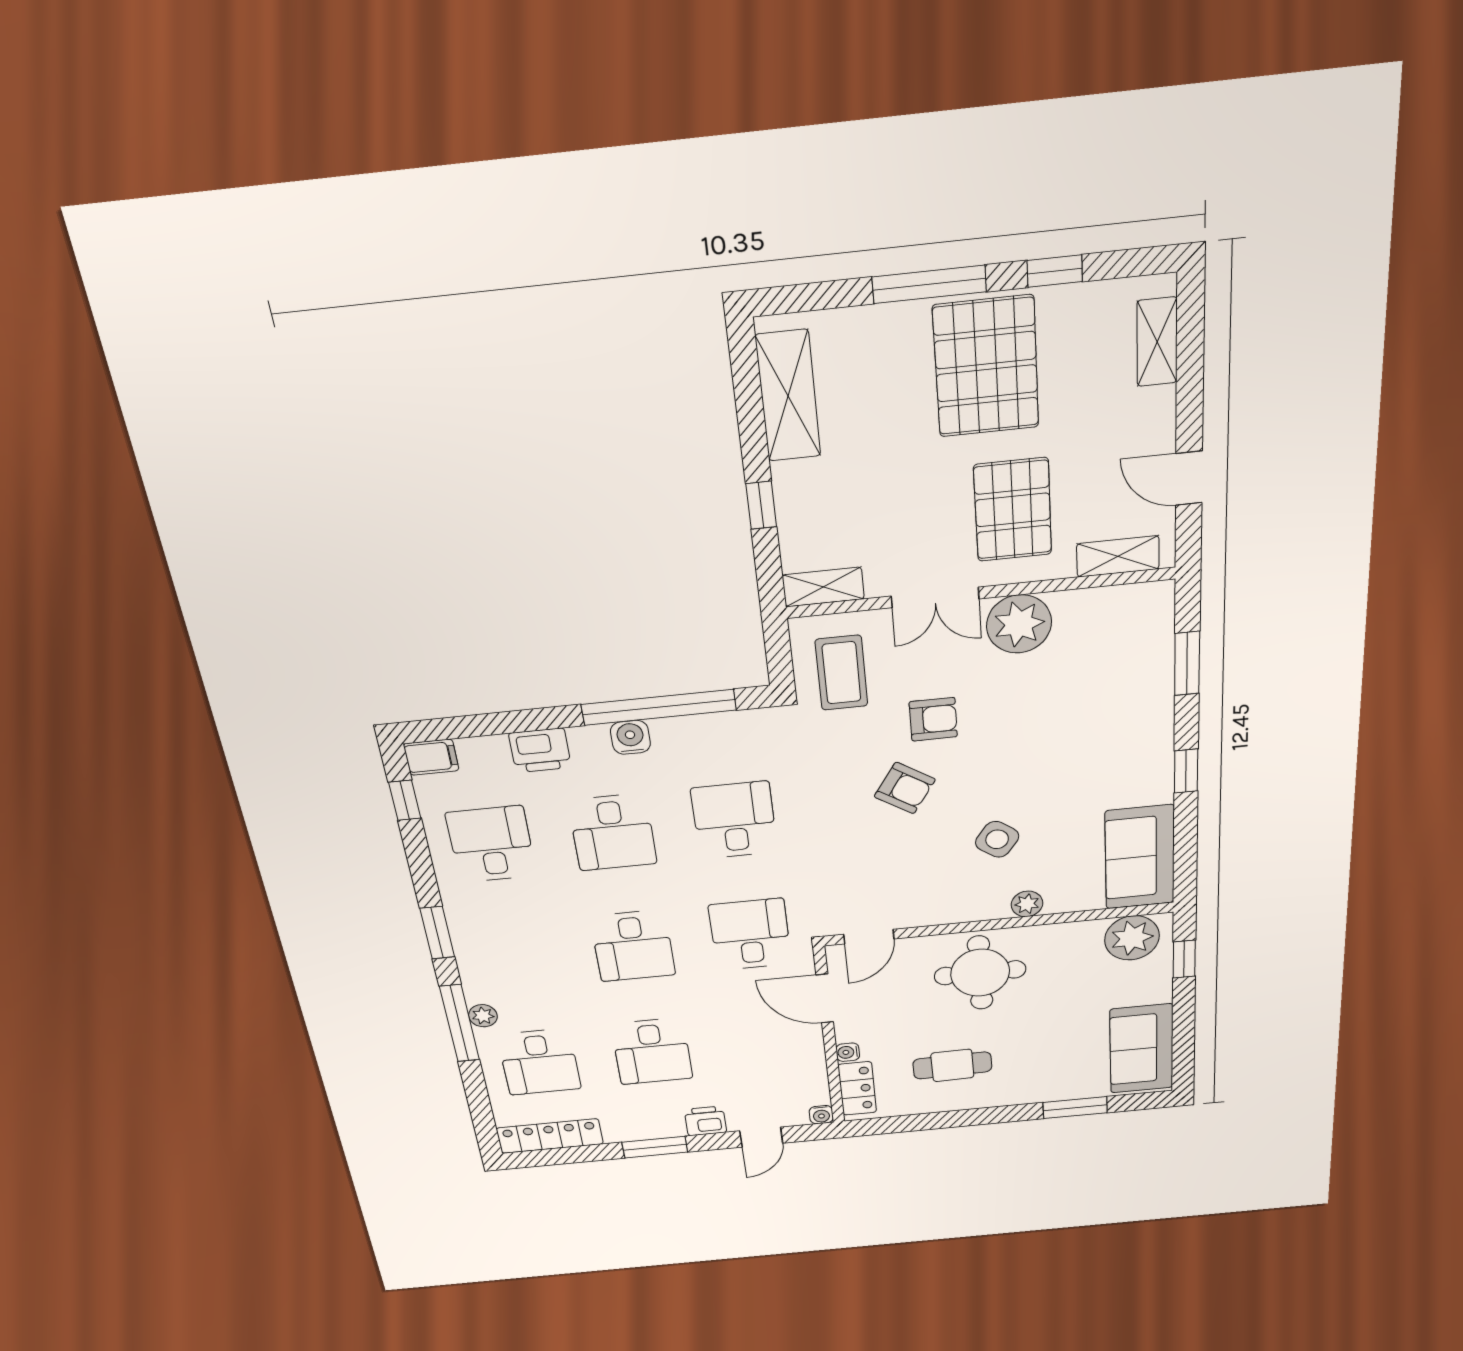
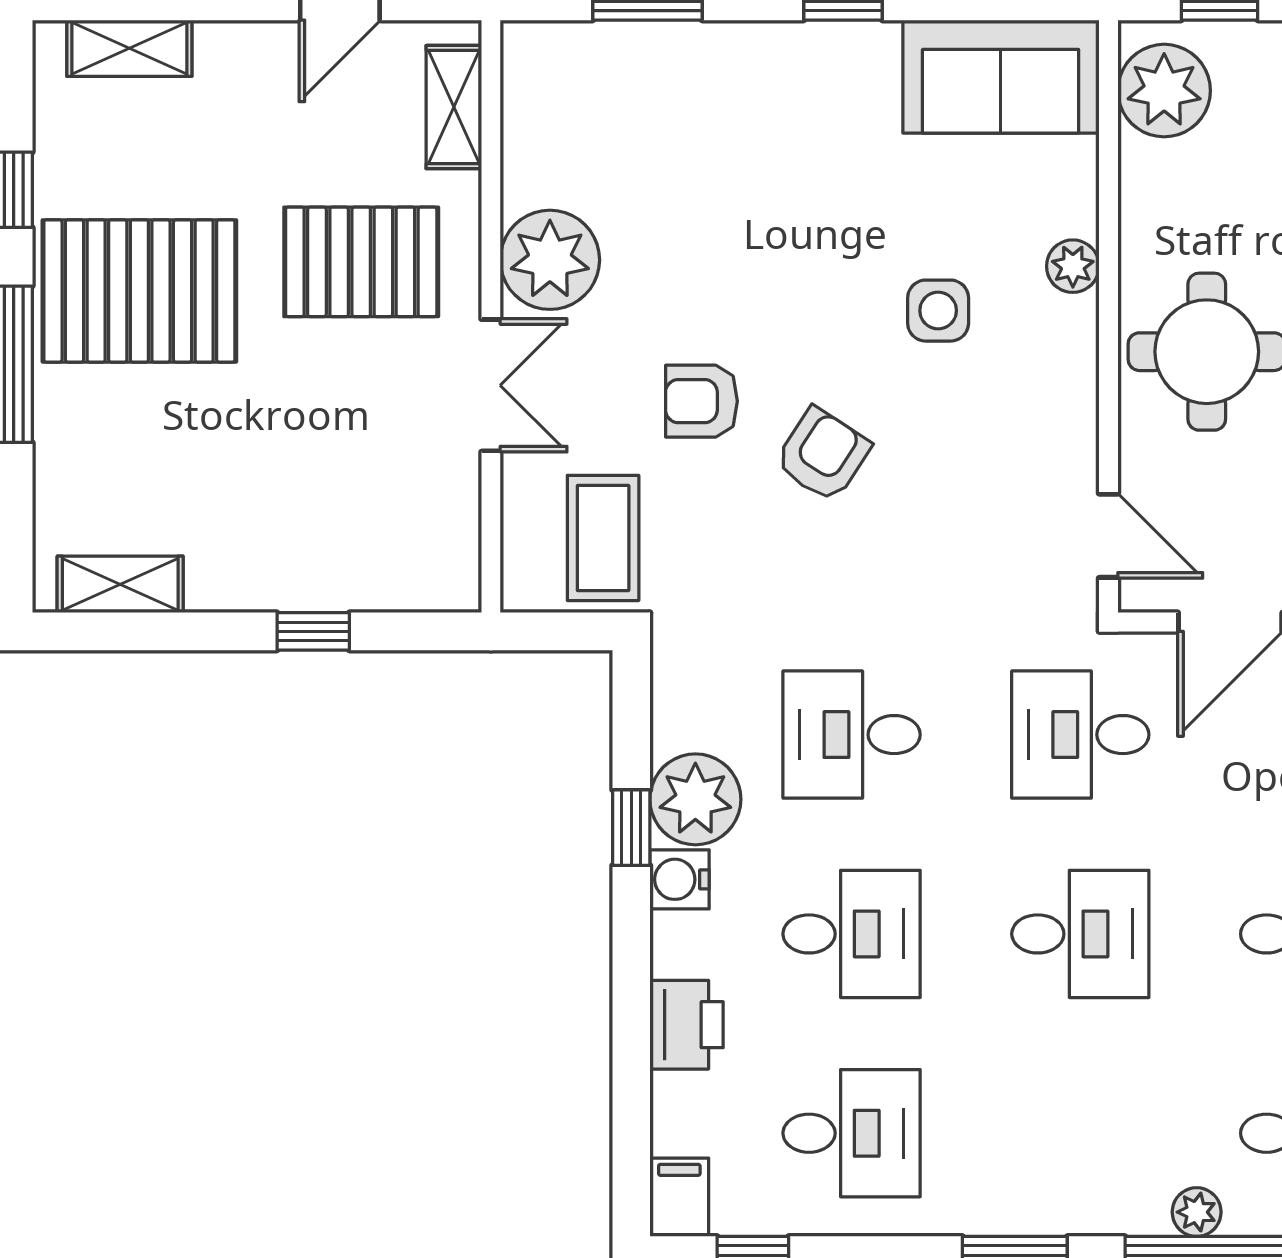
shelving: (788, 396) -> (120, 584), width x0.67, depth x0.75
shelving: (823, 587) -> (455, 553), removed
coffee table: (841, 673) -> (603, 538), turned 90
window: (659, 707) -> (631, 828), width x0.32
armchair: (933, 719) -> (701, 401), turned -90
plant: (682, 741) -> (695, 799), added
side table: (997, 839) -> (938, 311), turned -36
desk: (491, 844) -> (852, 1133), turned 180

